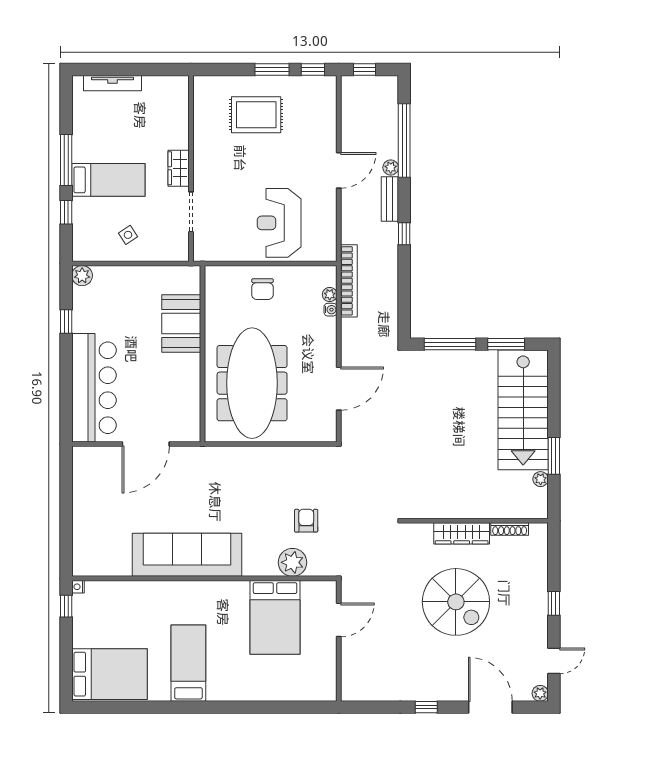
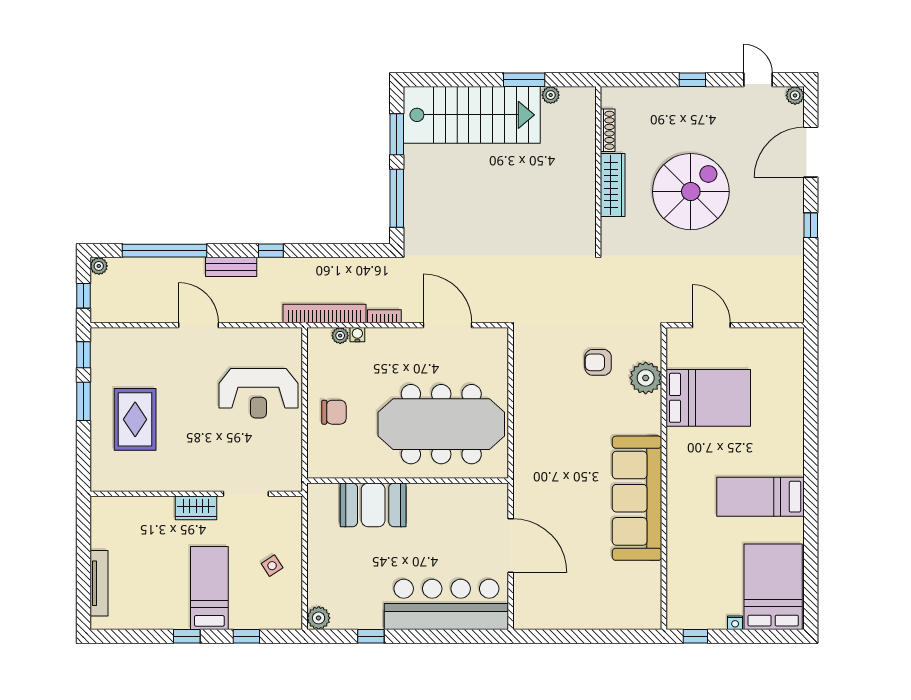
window: (66, 160) -> (187, 636), width x0.46
plant: (391, 168) -> (99, 266), moved
bookcase: (347, 333) -> (384, 316), added
nightstand: (78, 587) -> (735, 623), moved

